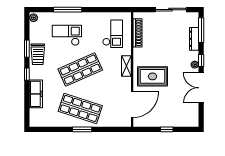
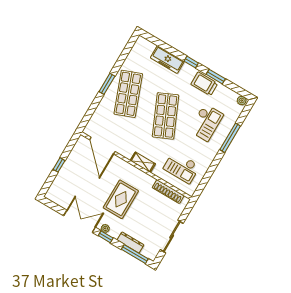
rug: (153, 76) -> (121, 199), moved
shop shelf: (80, 108) -> (128, 94), turned -39

